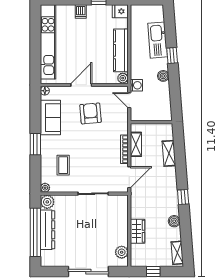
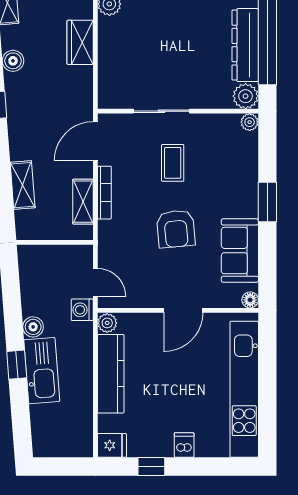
kitchen sink: (158, 40) -> (42, 371), moved
armchair: (91, 113) -> (176, 229), moved
coffee table: (63, 165) -> (173, 163), moved

